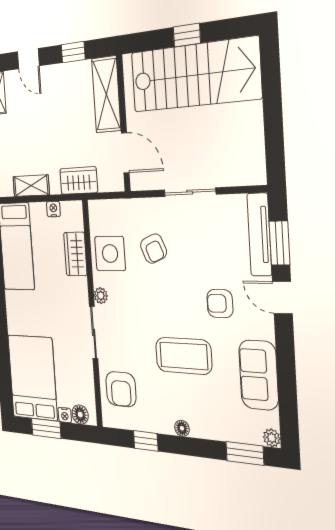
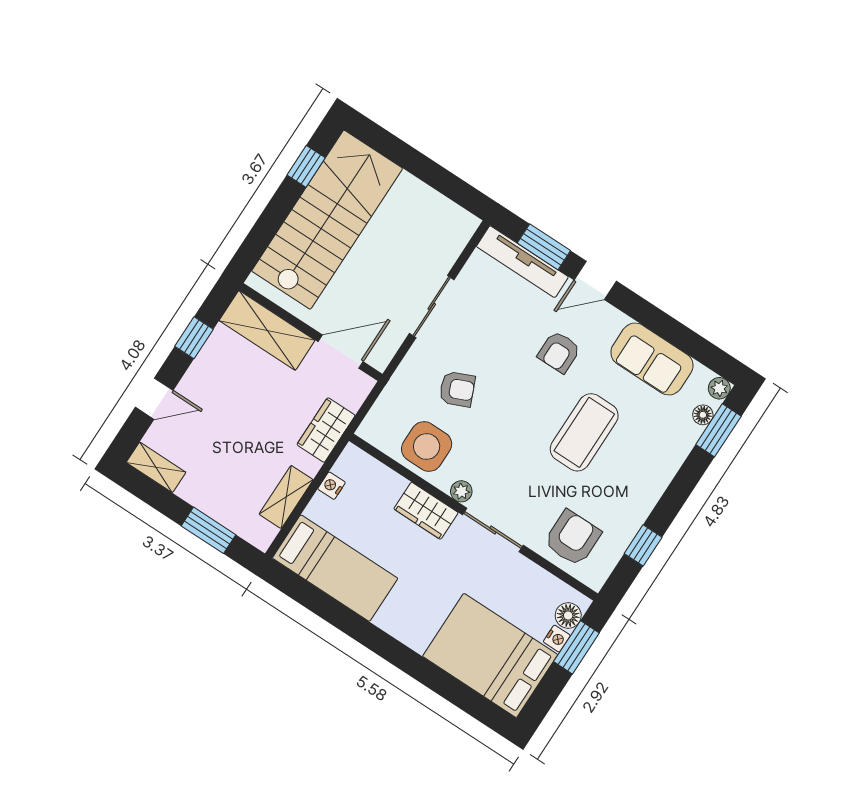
window: (187, 35) -> (306, 166), moved
wardrobe: (75, 254) -> (426, 511), moved
armchair: (121, 389) -> (573, 538), turned -90
window: (46, 428) -> (576, 647), moved
floor lamp: (182, 428) -> (703, 415), moved

